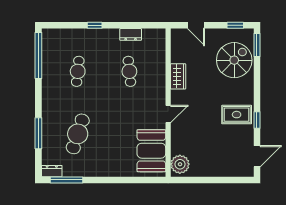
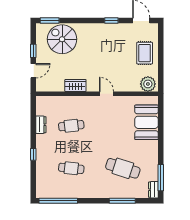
window: (235, 25) -> (33, 51), moved
rug: (237, 115) -> (145, 53), moved
booth: (151, 151) -> (147, 122), moved, turned 90

